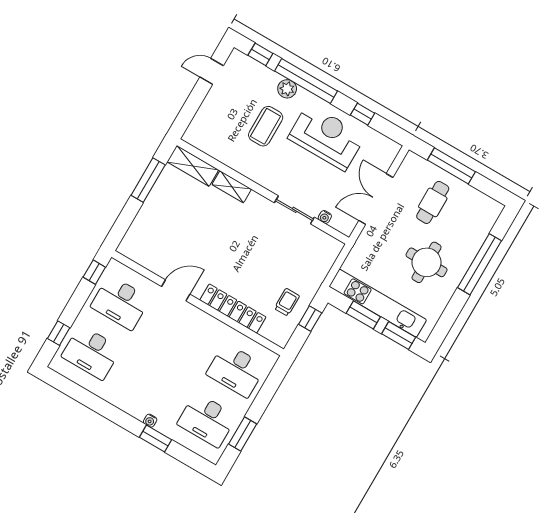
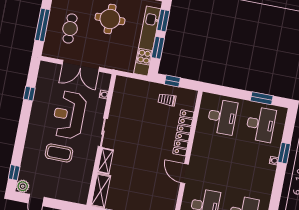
window: (306, 81) -> (21, 137), removed
plant: (287, 89) -> (23, 186), moved
reception desk: (326, 137) -> (69, 115), moved
cafe table: (433, 202) -> (70, 29), turned 90
sliding door: (294, 210) -> (103, 133), moved

